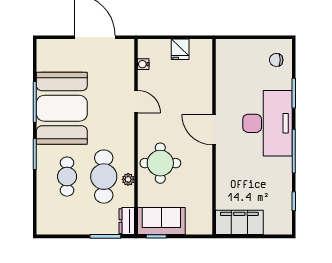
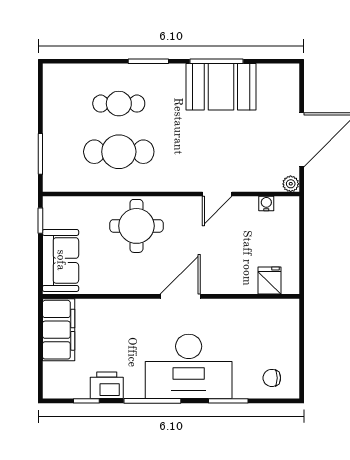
fridge: (180, 49) -> (269, 281), moved, turned 90
chair: (276, 60) -> (272, 378), turned -90
booth: (62, 108) -> (221, 87), width x0.73, depth x0.70
plant: (128, 179) -> (291, 184), moved
printer: (282, 186) -> (107, 385), added
dresser: (127, 221) -> (60, 182), removed
sofa: (161, 221) -> (61, 260), moved

